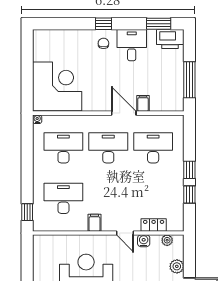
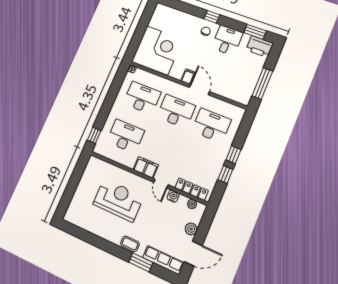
filing cabinet: (143, 103) -> (188, 77), moved
filing cabinet: (94, 223) -> (146, 167), width x2.00
locker: (154, 225) -> (192, 189), width x1.53

